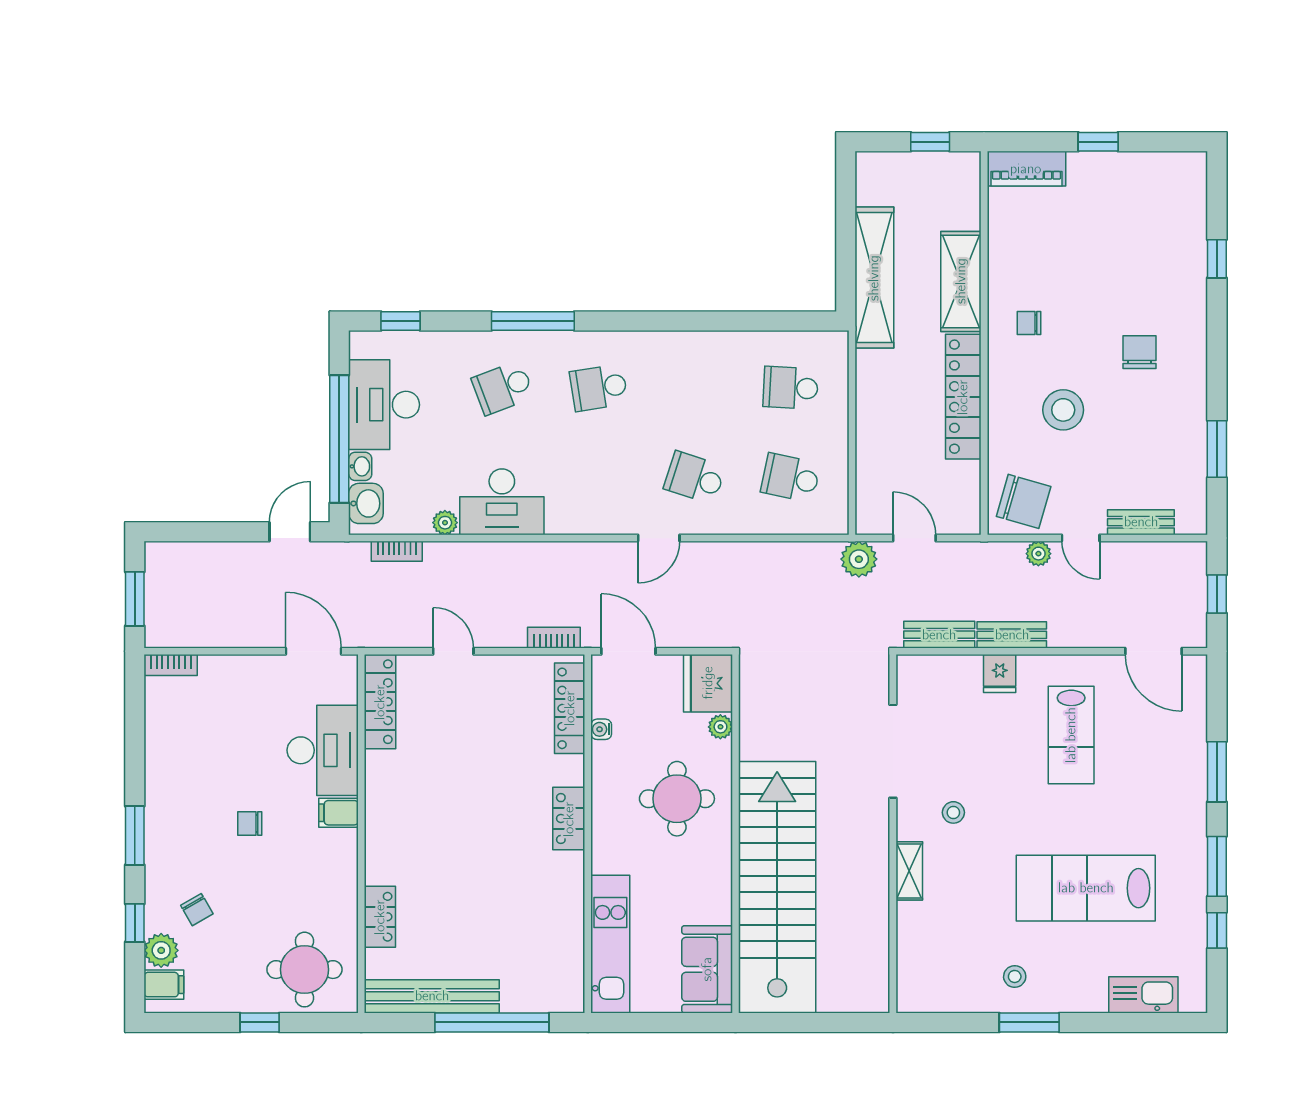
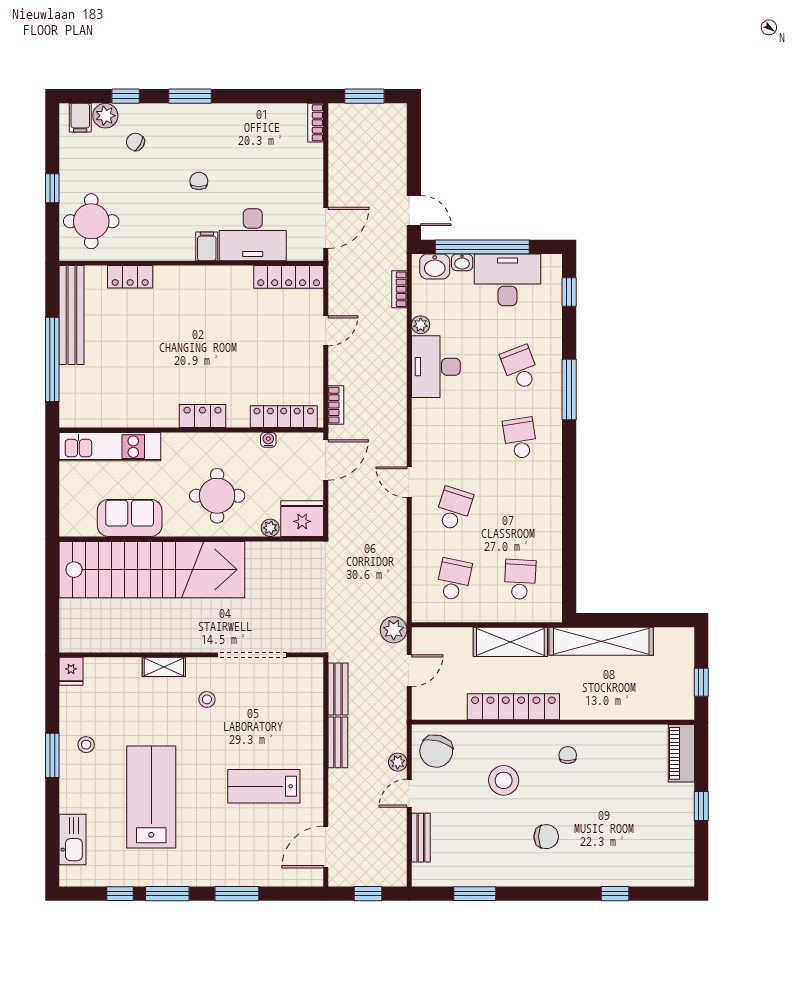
shelving: (961, 281) -> (510, 642), moved
fridge: (1000, 674) -> (71, 671), moved, turned -90
chair: (197, 910) -> (135, 142), turned 60
sofa: (707, 969) -> (130, 518), moved

